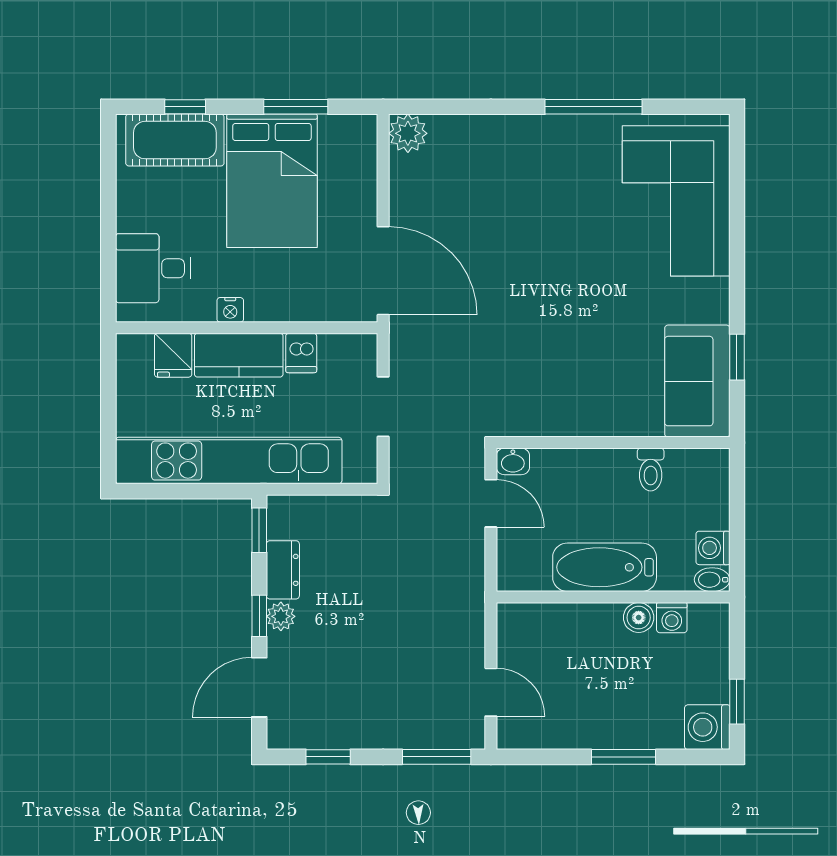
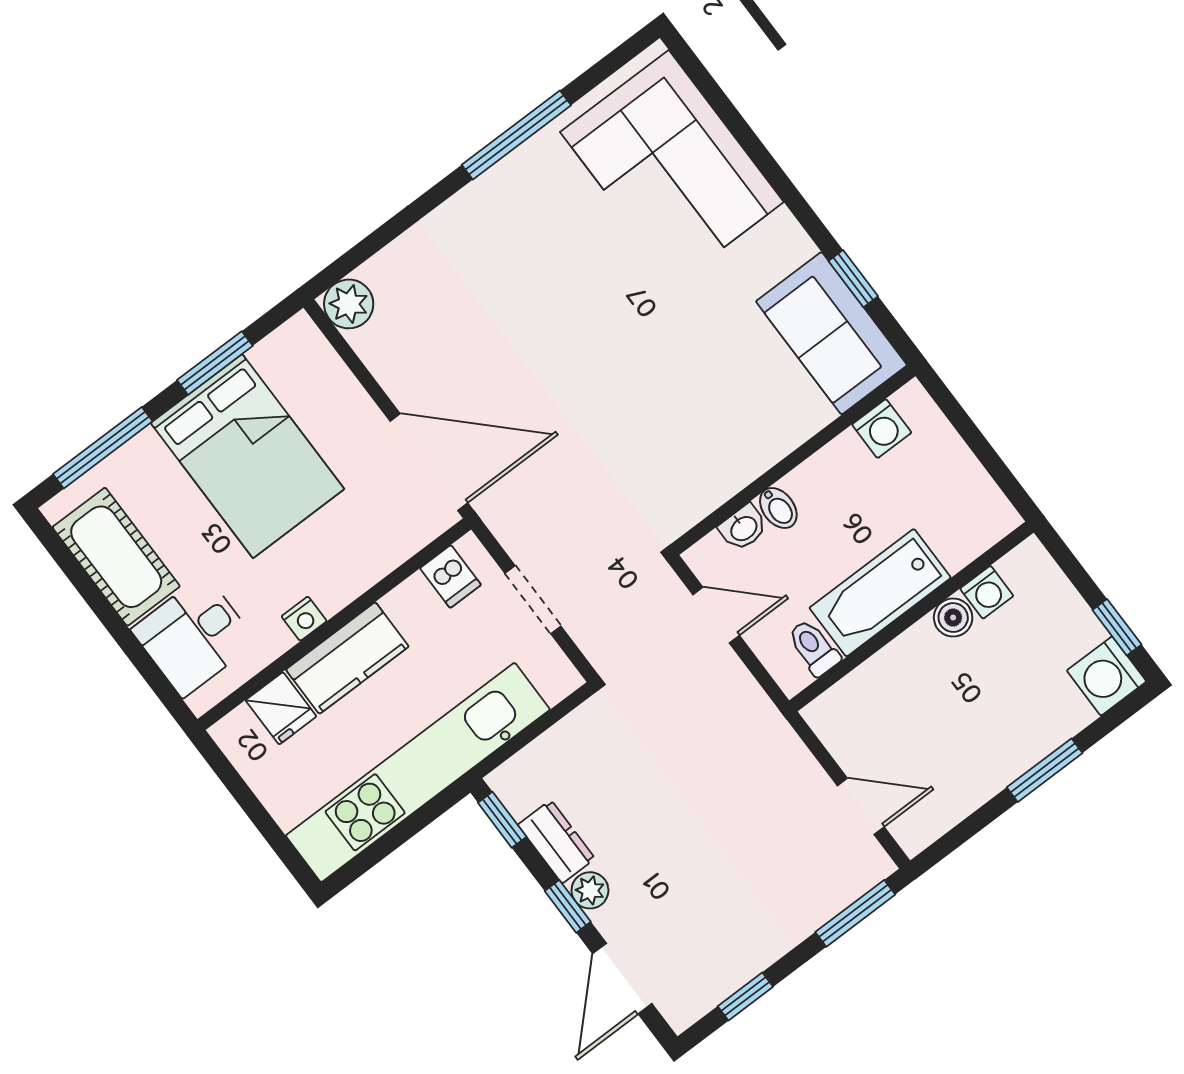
window: (185, 107) -> (103, 448), width x2.17
cot: (175, 140) -> (116, 557), moved, turned 90
dishwasher: (301, 353) -> (450, 577), moved
washbasin: (513, 461) -> (743, 528), moved
toilet: (651, 470) -> (814, 648), moved, turned 180
washing machine: (713, 548) -> (882, 429), moved, turned -90
bidet: (712, 580) -> (778, 508), moved, turned -90

